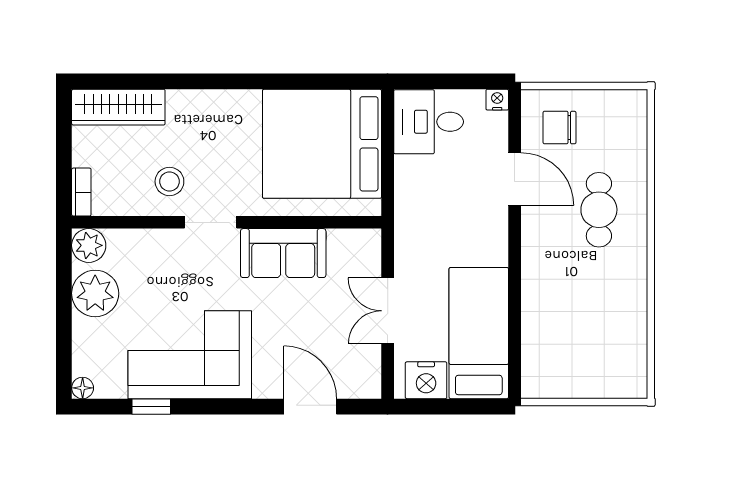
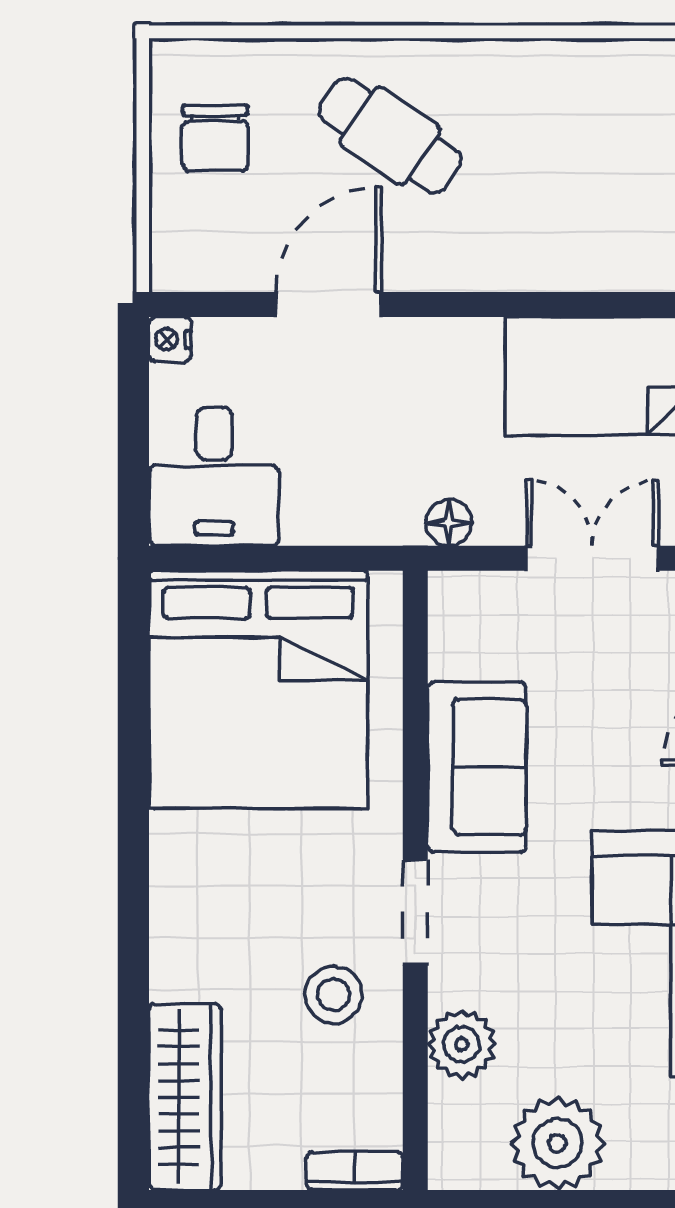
chair: (559, 128) -> (215, 138), moved
cafe table: (599, 210) -> (390, 136), turned 34
floor lamp: (405, 239) -> (449, 523), added
plant: (89, 245) -> (462, 1044), moved
double door: (388, 311) -> (592, 558), swing flipped

